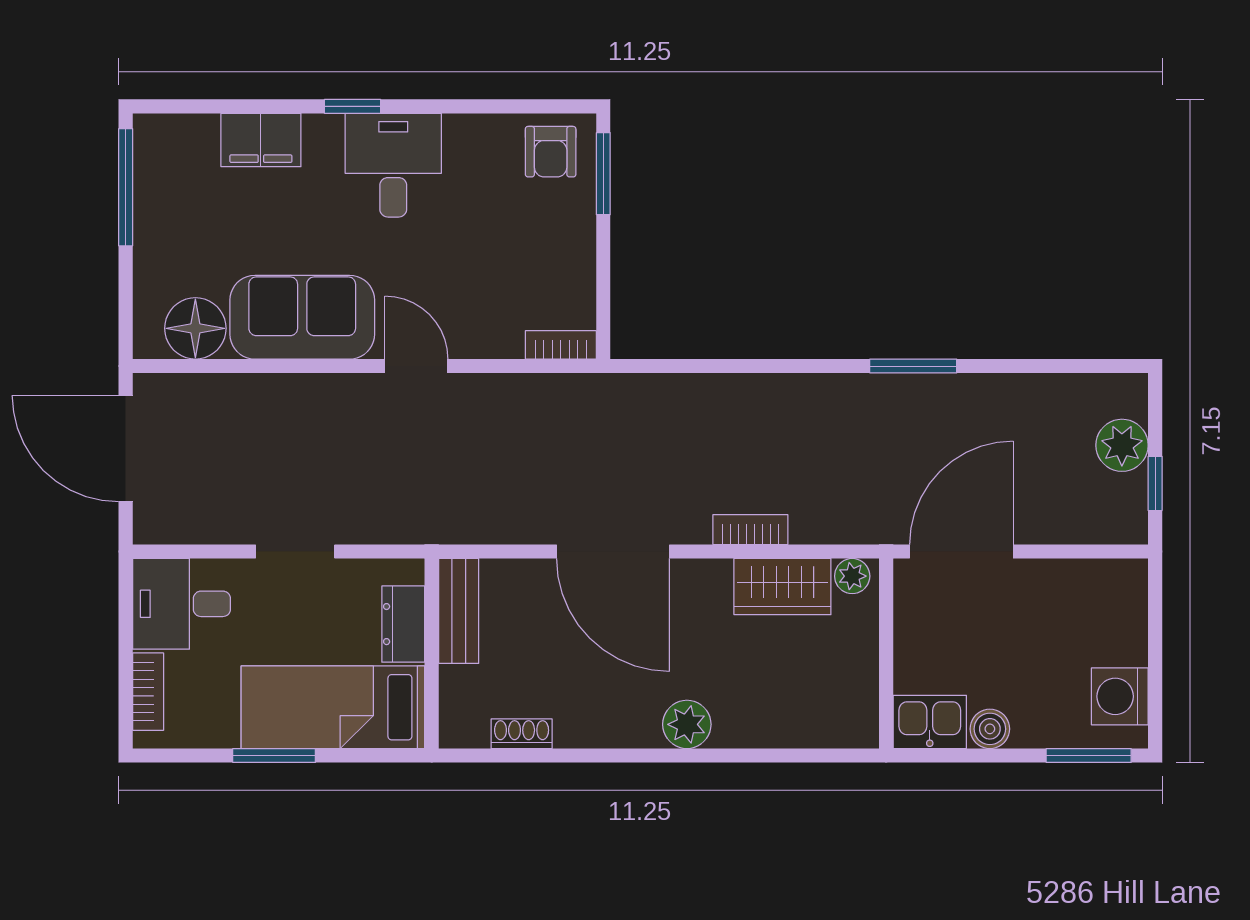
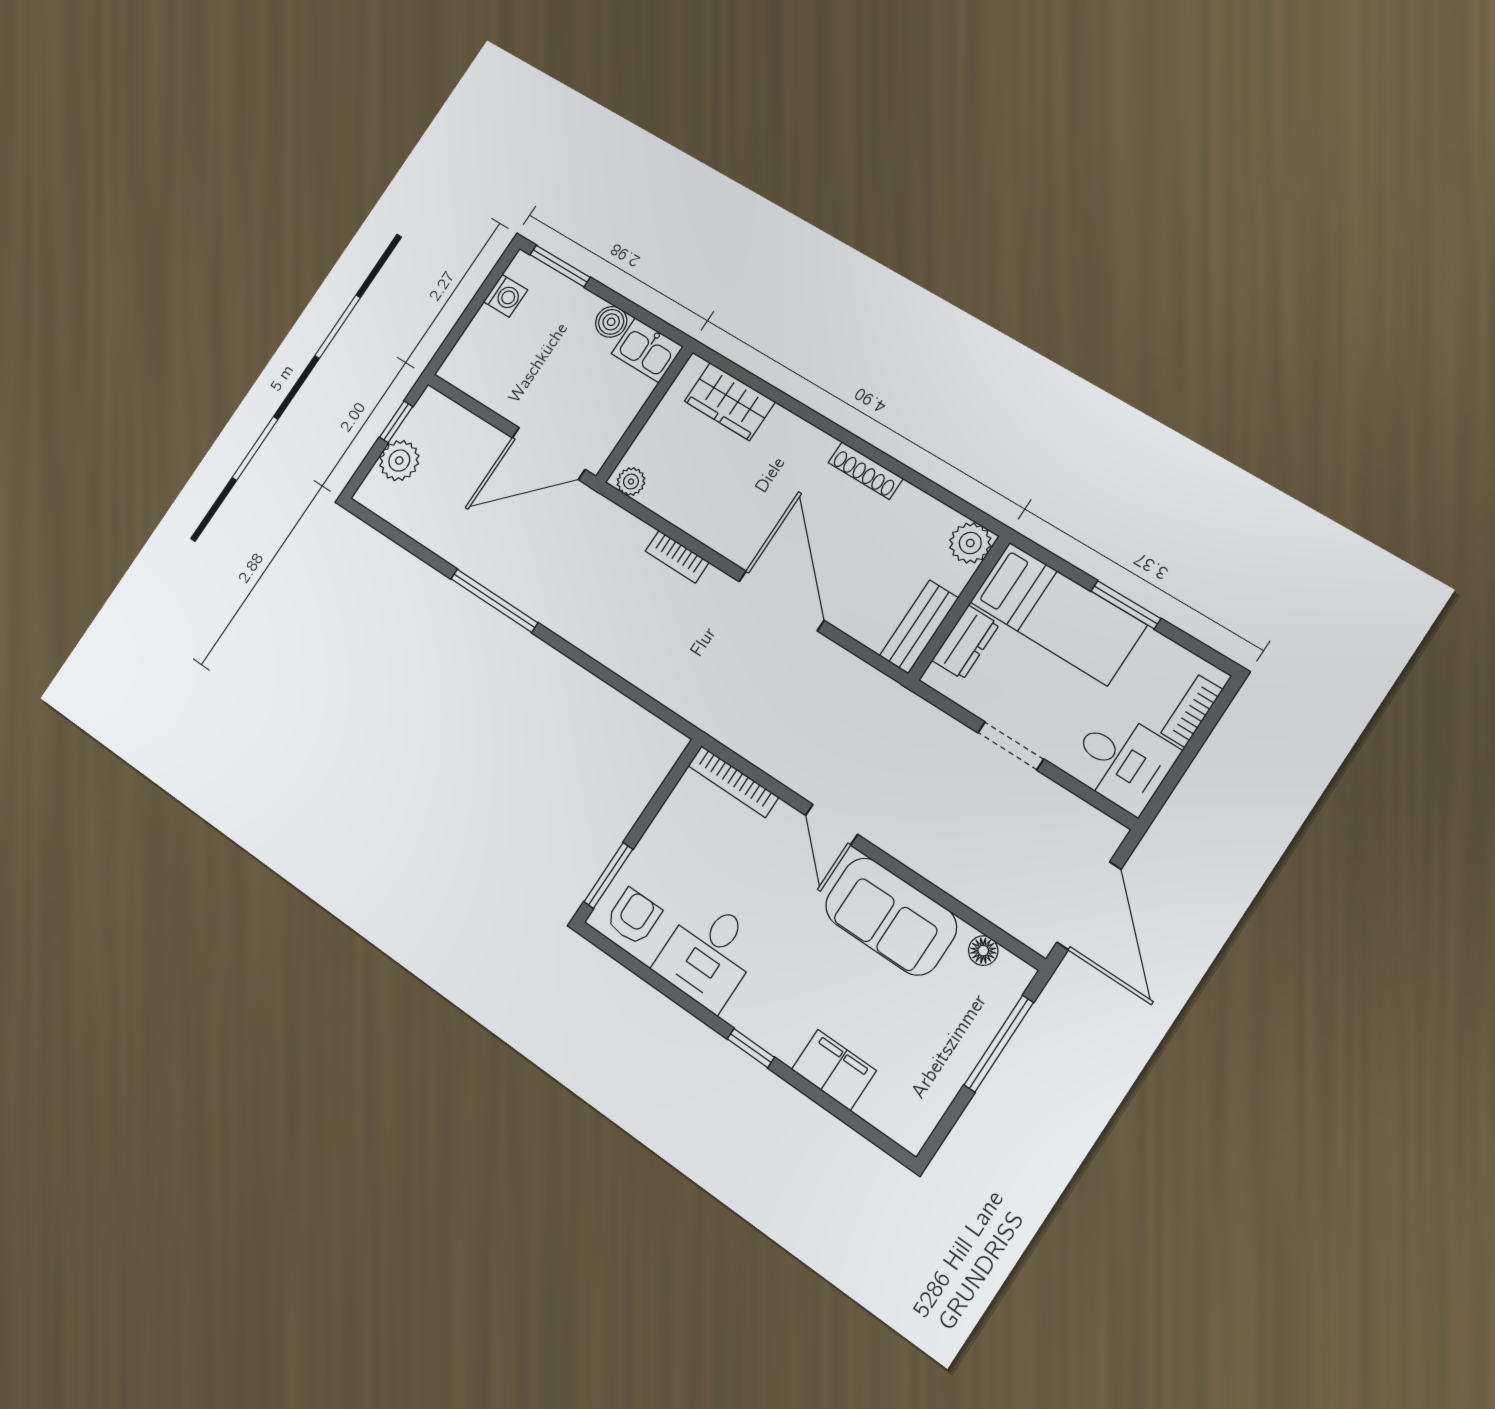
desk: (393, 165) -> (708, 954), moved
window: (126, 187) -> (999, 1044), moved
floor lamp: (195, 328) -> (983, 951), width x0.53, depth x0.53
bookcase: (561, 345) -> (733, 781), width x1.56
window: (913, 366) -> (494, 601), width x1.44
wardrobe: (782, 587) -> (730, 402), moved, turned 180
washing machine: (1120, 696) -> (506, 296), width x0.73, depth x0.73
plant: (687, 724) -> (970, 543), moved
shoe rack: (522, 734) -> (866, 471), moved, width x1.43

